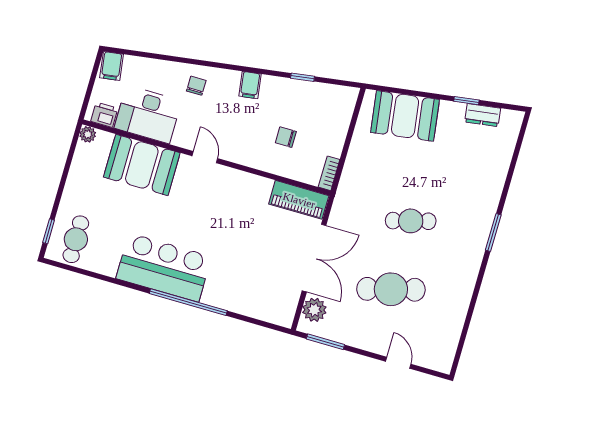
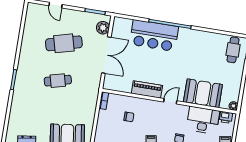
door: (205, 157) -> (170, 101), swing flipped
piano: (299, 200) -> (147, 89), moved
double door: (314, 258) -> (106, 55), swing flipped
bar counter: (164, 267) -> (154, 35), moved

